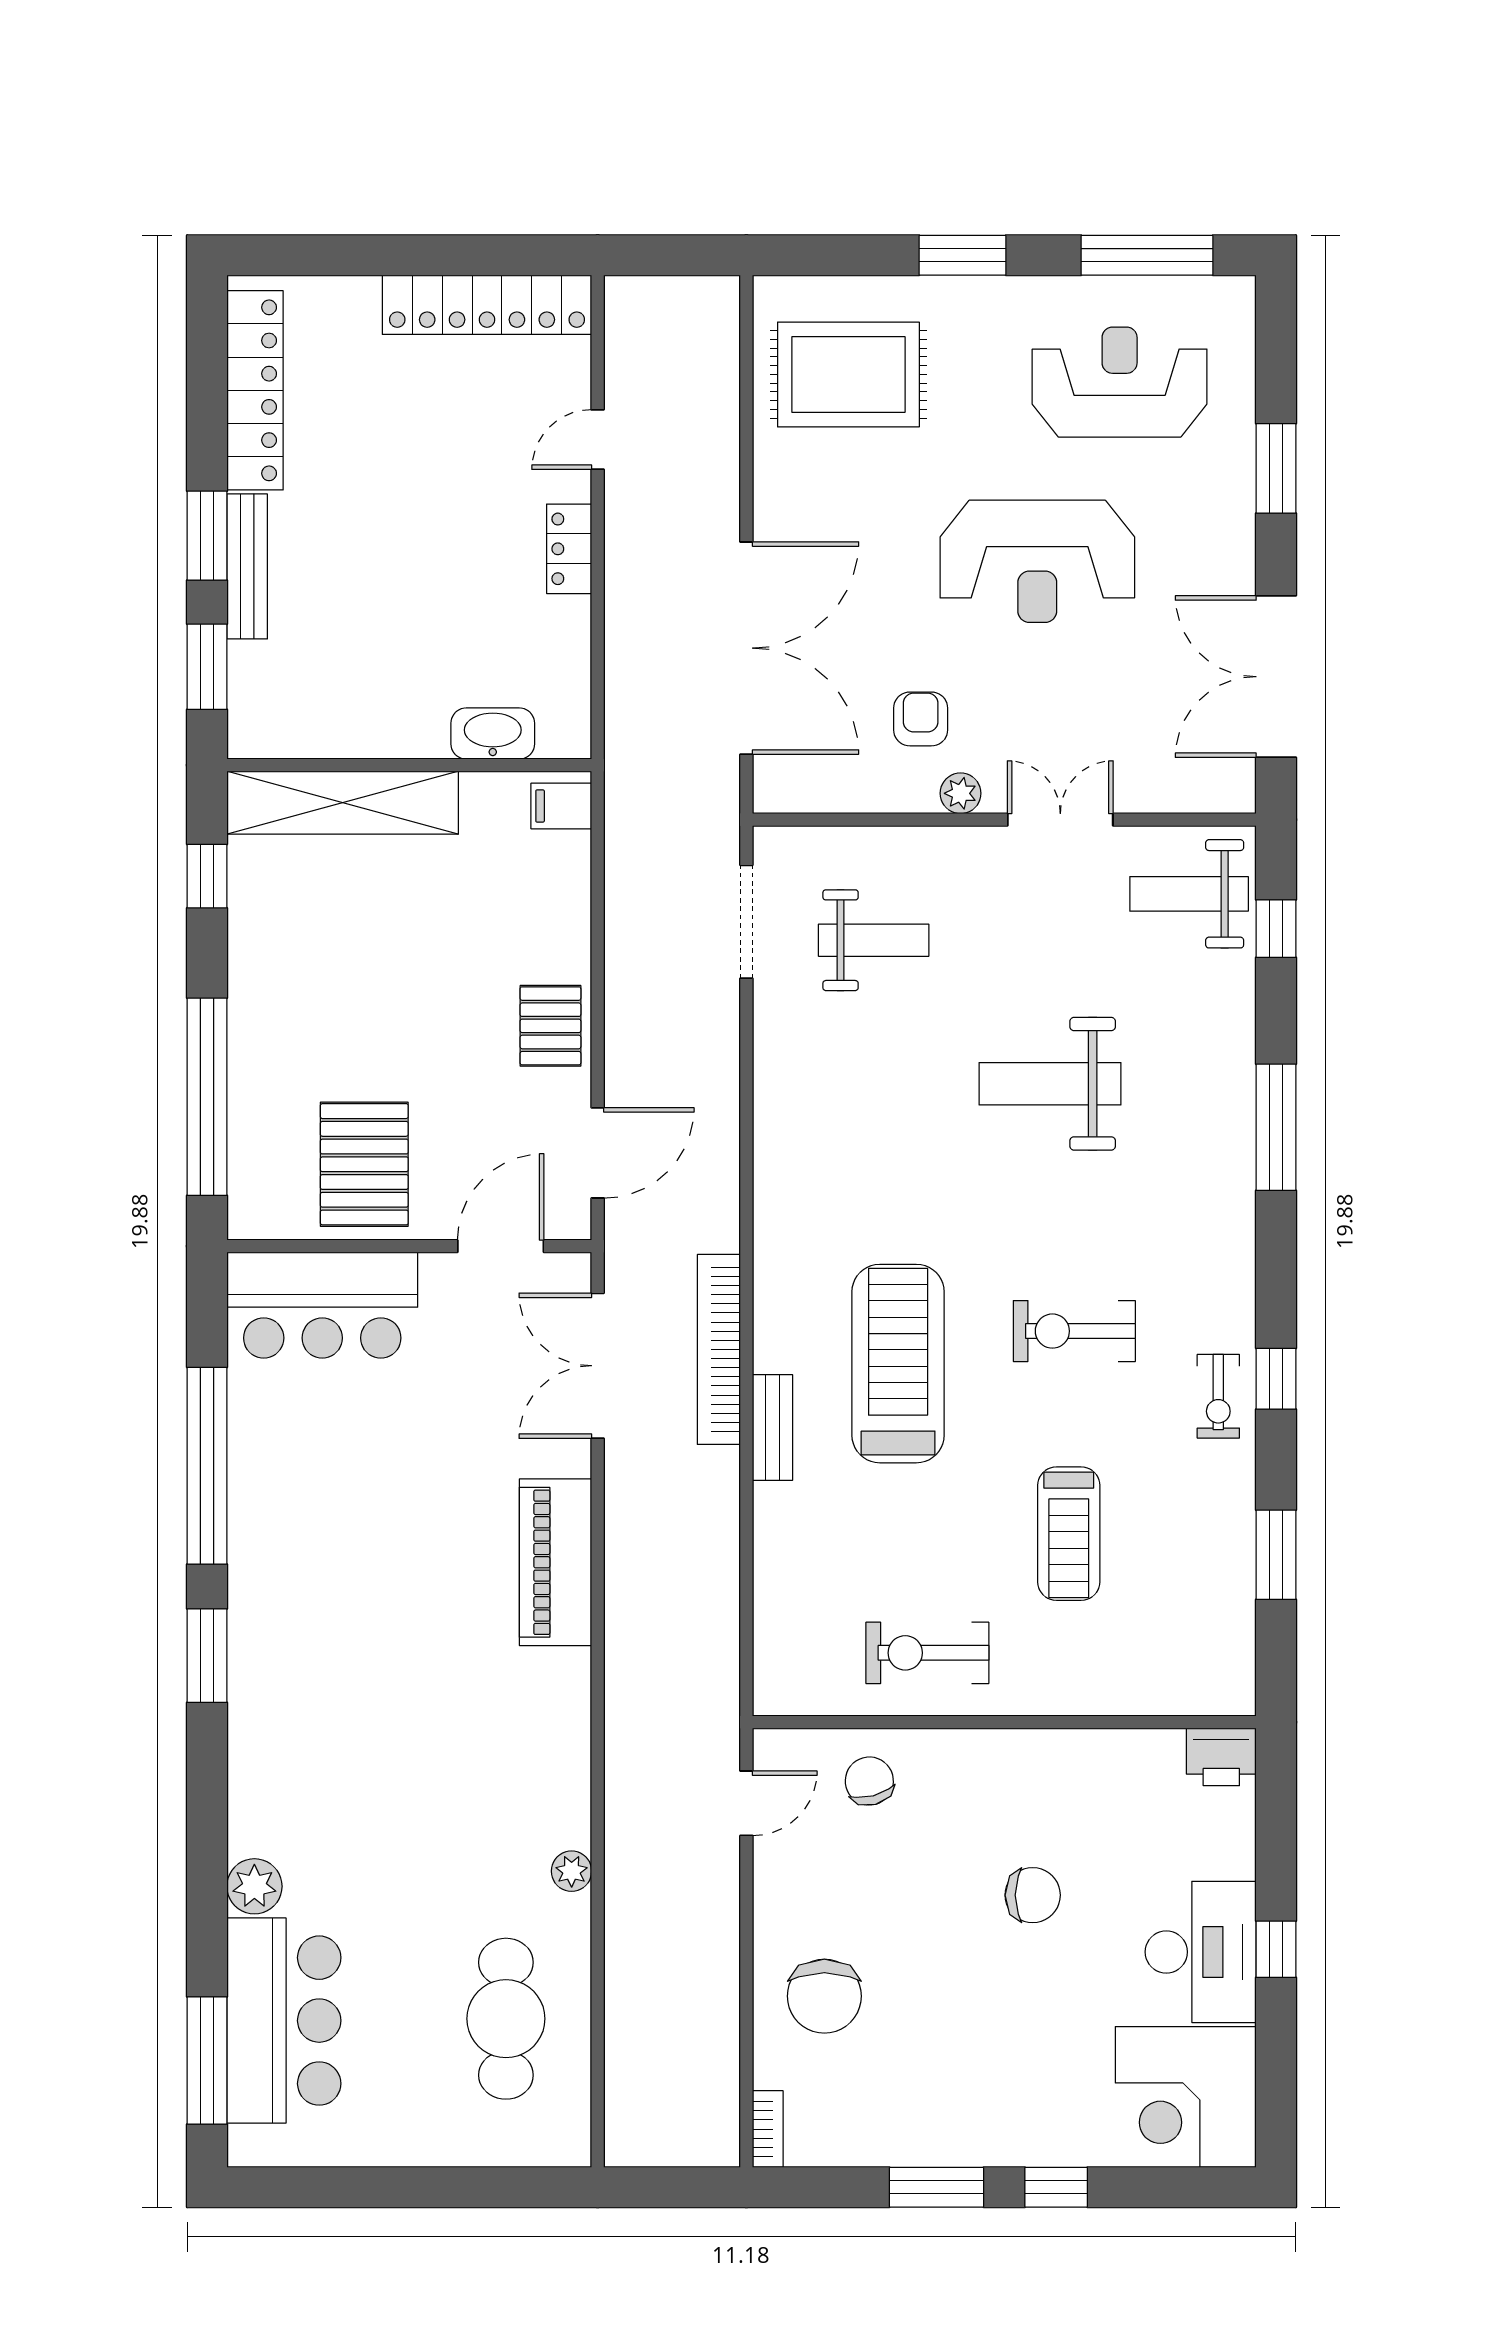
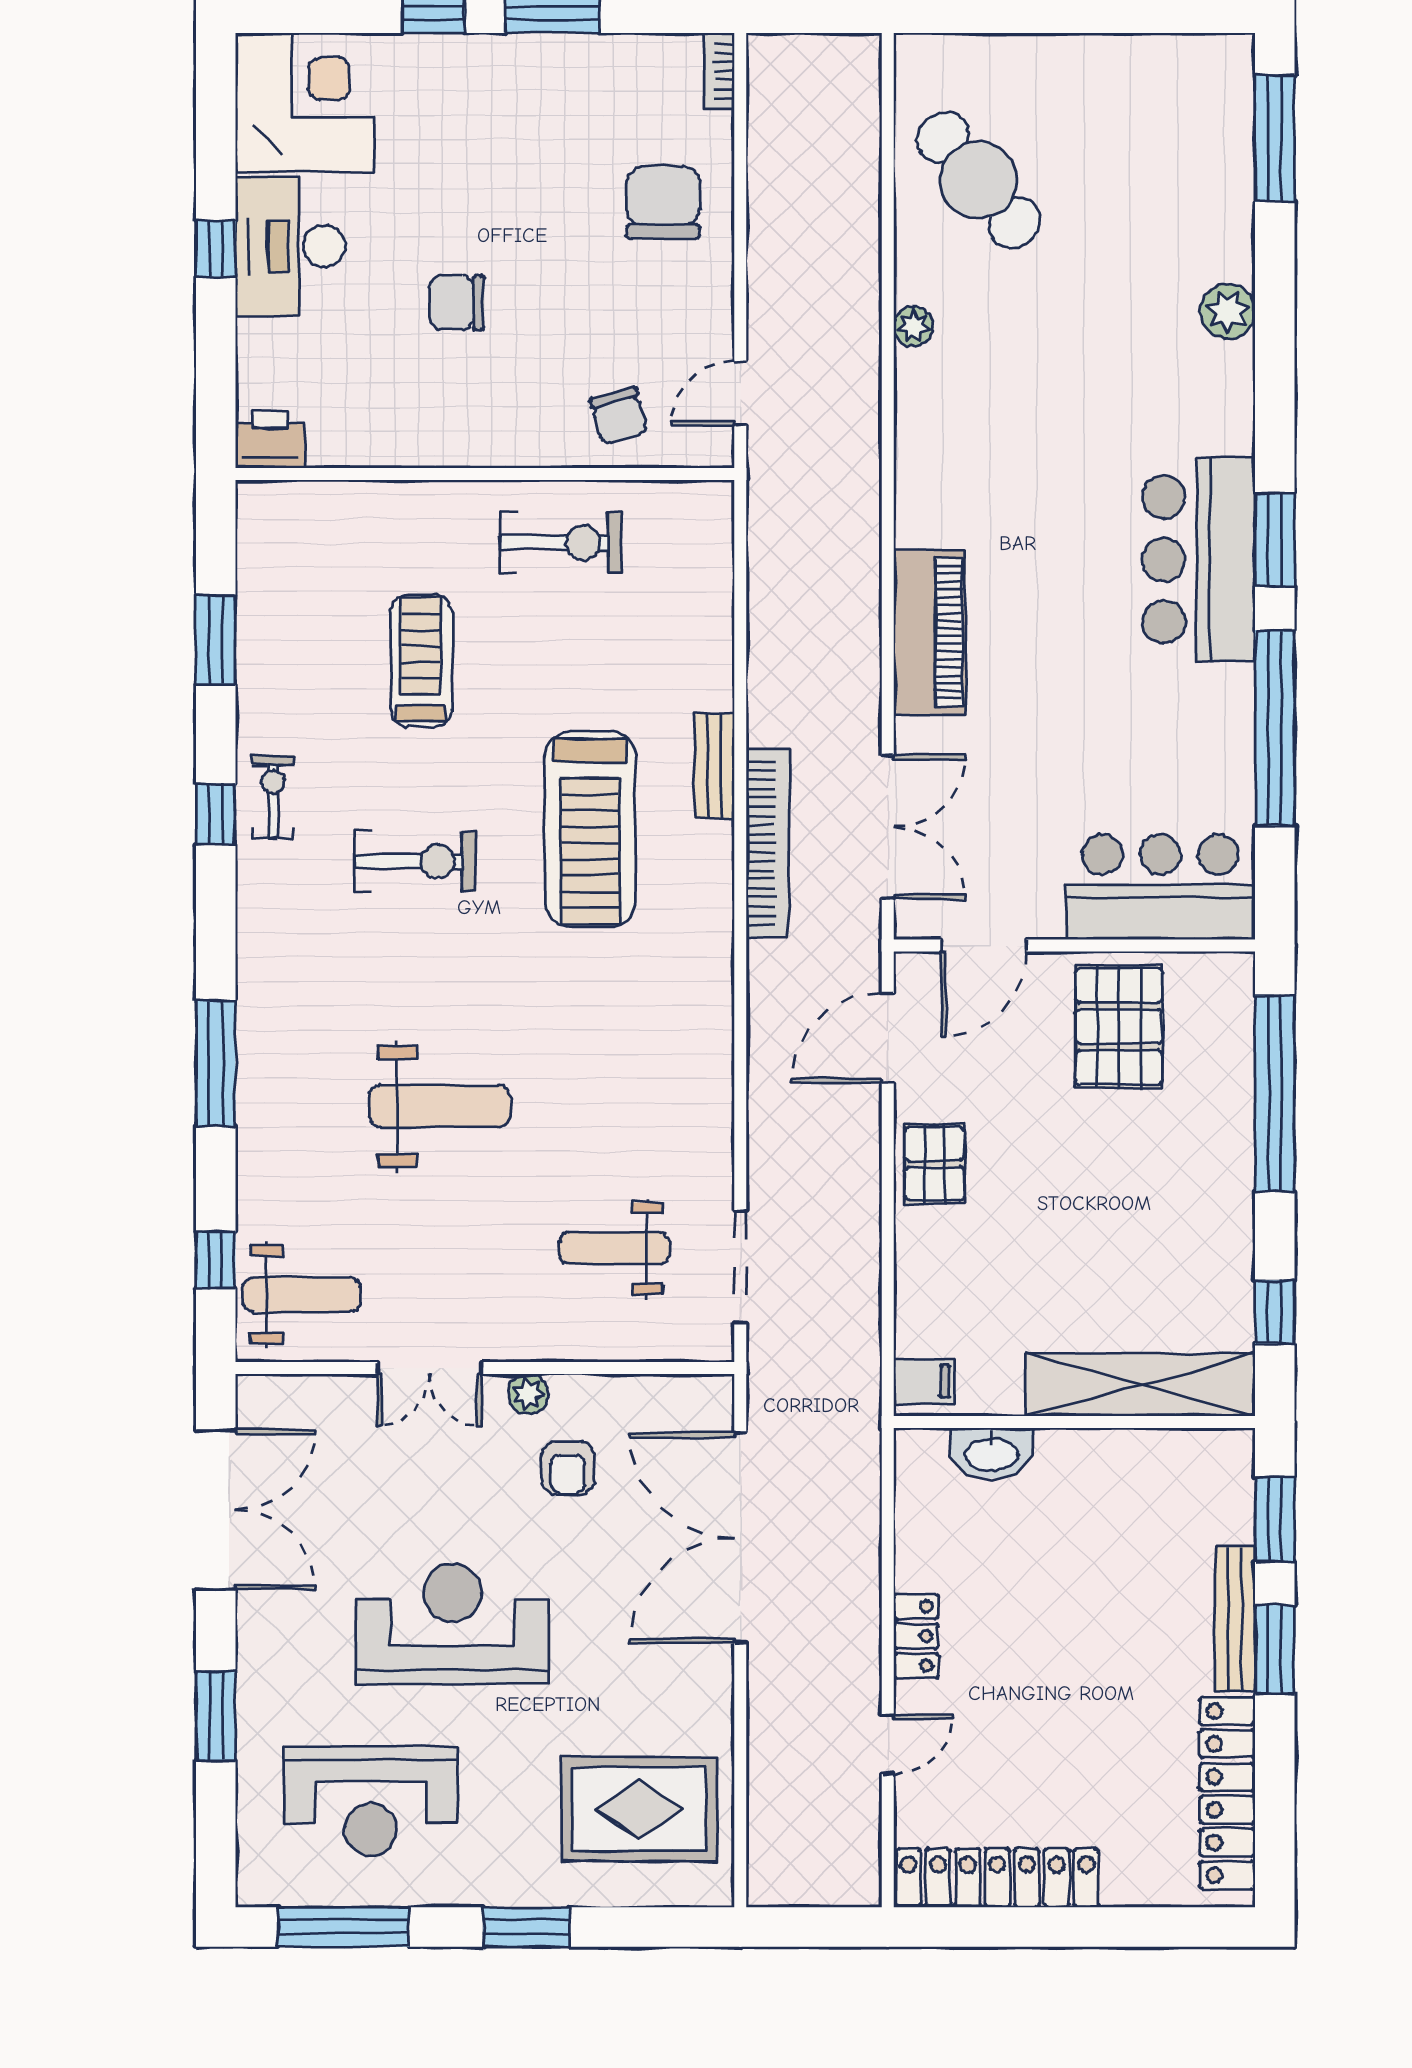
cafe table: (506, 2019) -> (979, 180), turned -40
bar counter: (284, 2021) -> (1199, 559), moved

